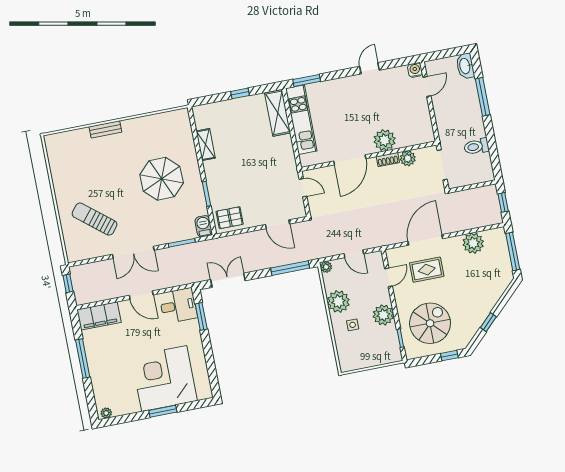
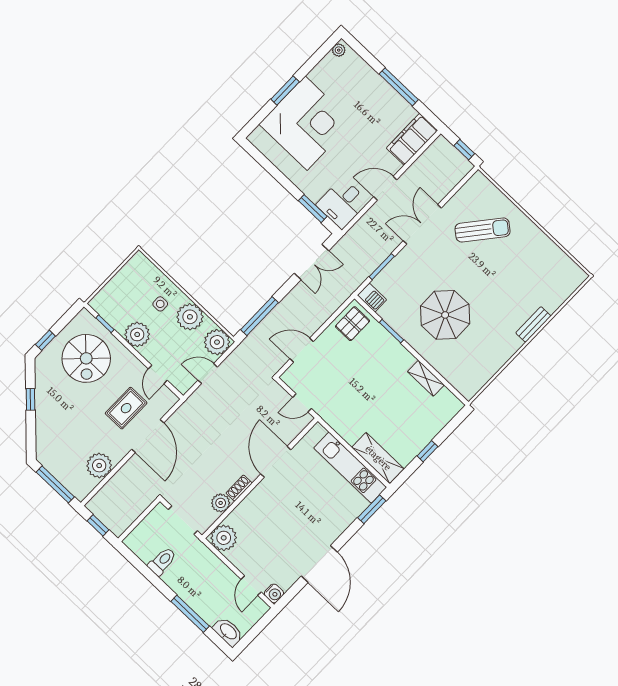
door: (369, 68) -> (319, 564), width x1.87
plant: (385, 140) -> (224, 538), moved
plant: (326, 267) -> (217, 342), width x1.88, depth x1.88

